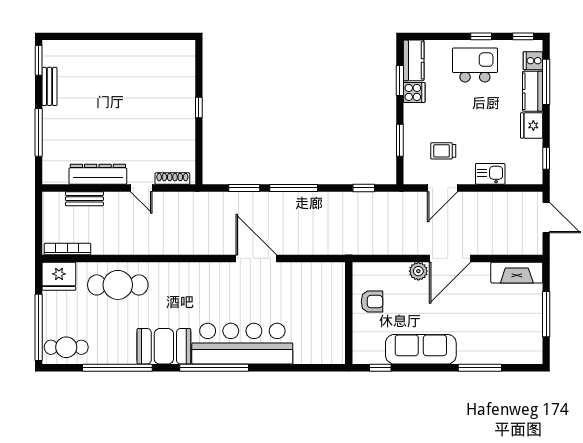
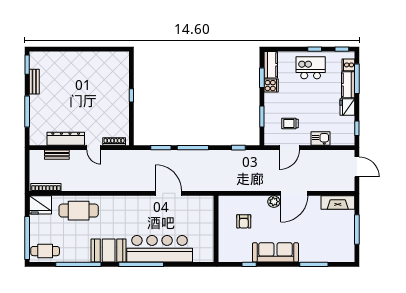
armchair: (372, 302) -> (244, 221), turned 90
wall: (349, 313) -> (216, 229), moved

